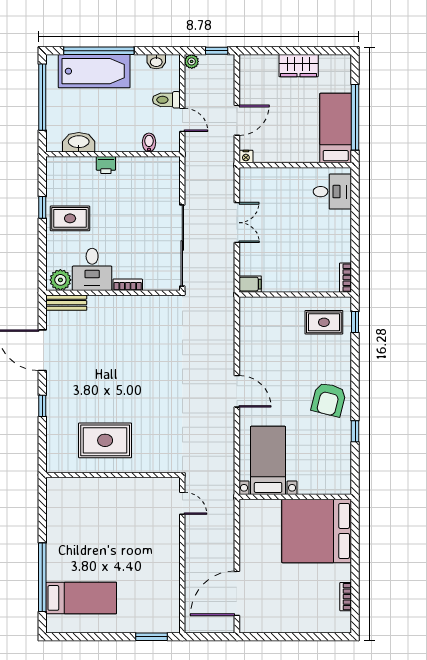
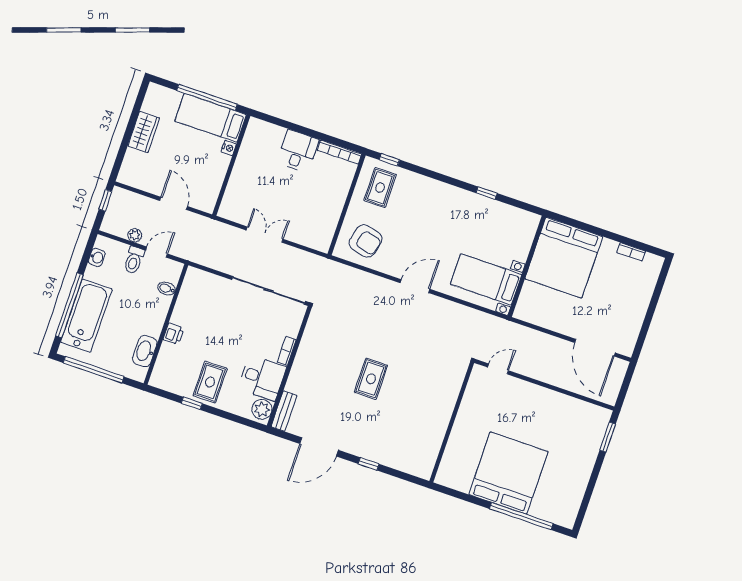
plant: (192, 61) -> (135, 235), moved
nightstand: (246, 157) -> (229, 148), moved
desk: (332, 192) -> (298, 151), moved
bookcase: (345, 278) -> (339, 152), width x1.56
filing cabinet: (250, 284) -> (324, 242), removed
armchair: (329, 400) -> (366, 241), moved
rug: (105, 440) -> (371, 379), moved, width x0.73, depth x0.70
bed: (81, 598) -> (508, 473), moved, width x2.04

